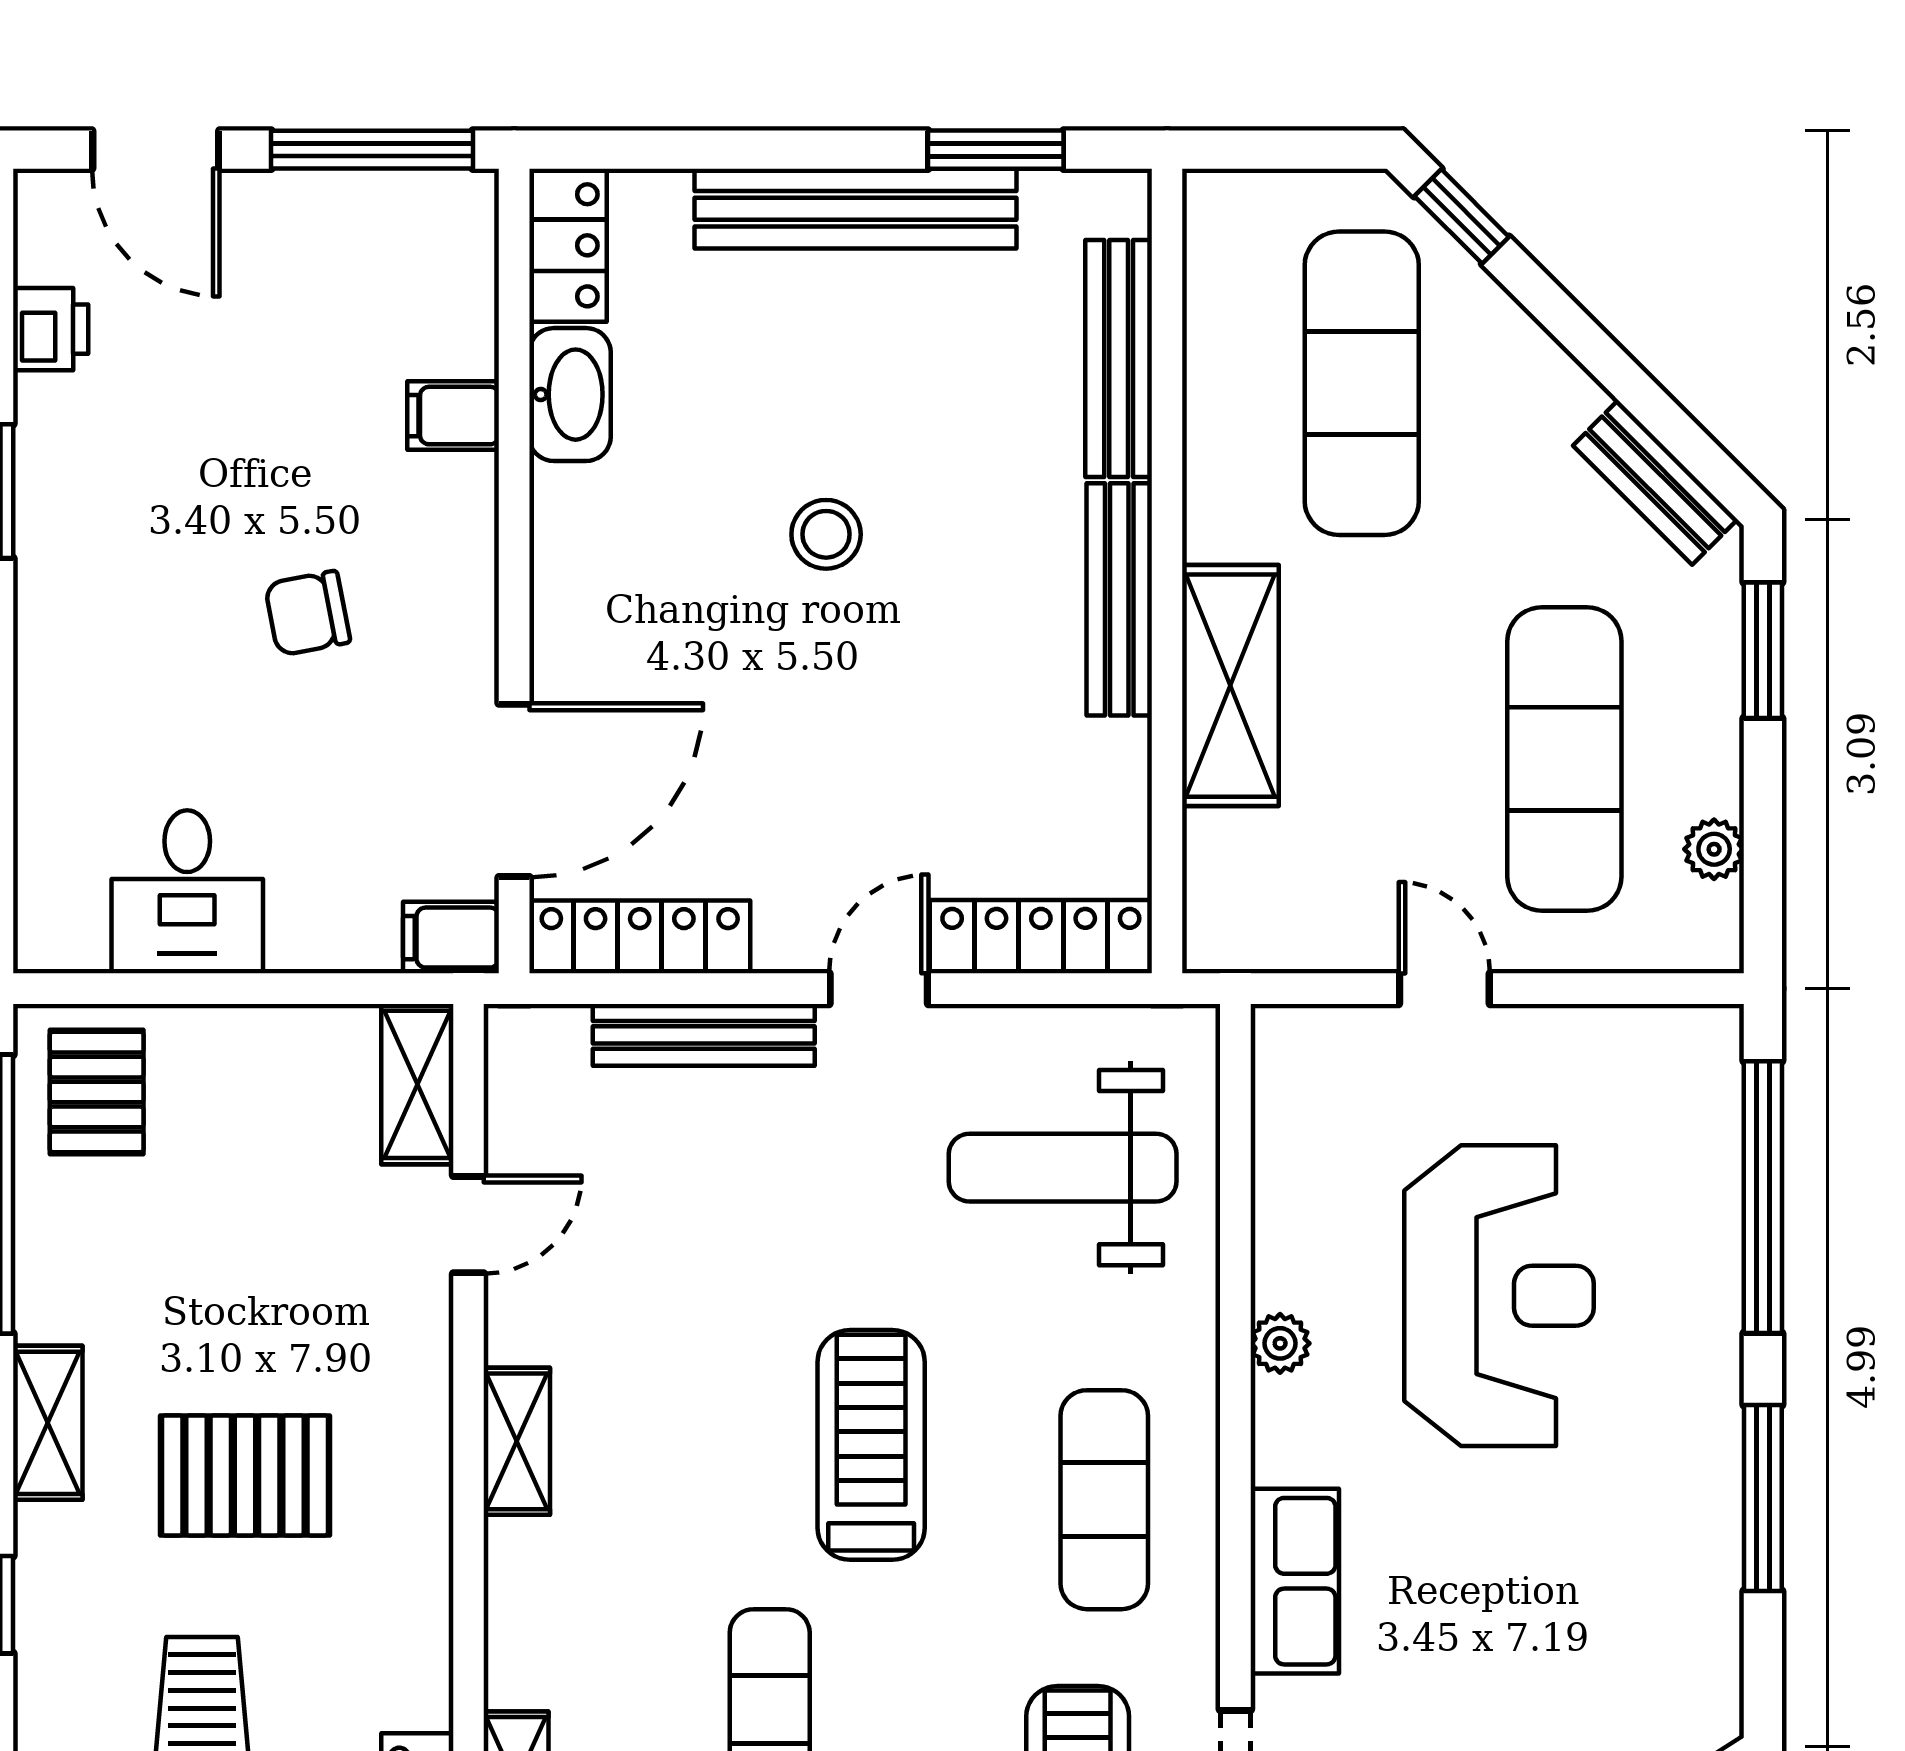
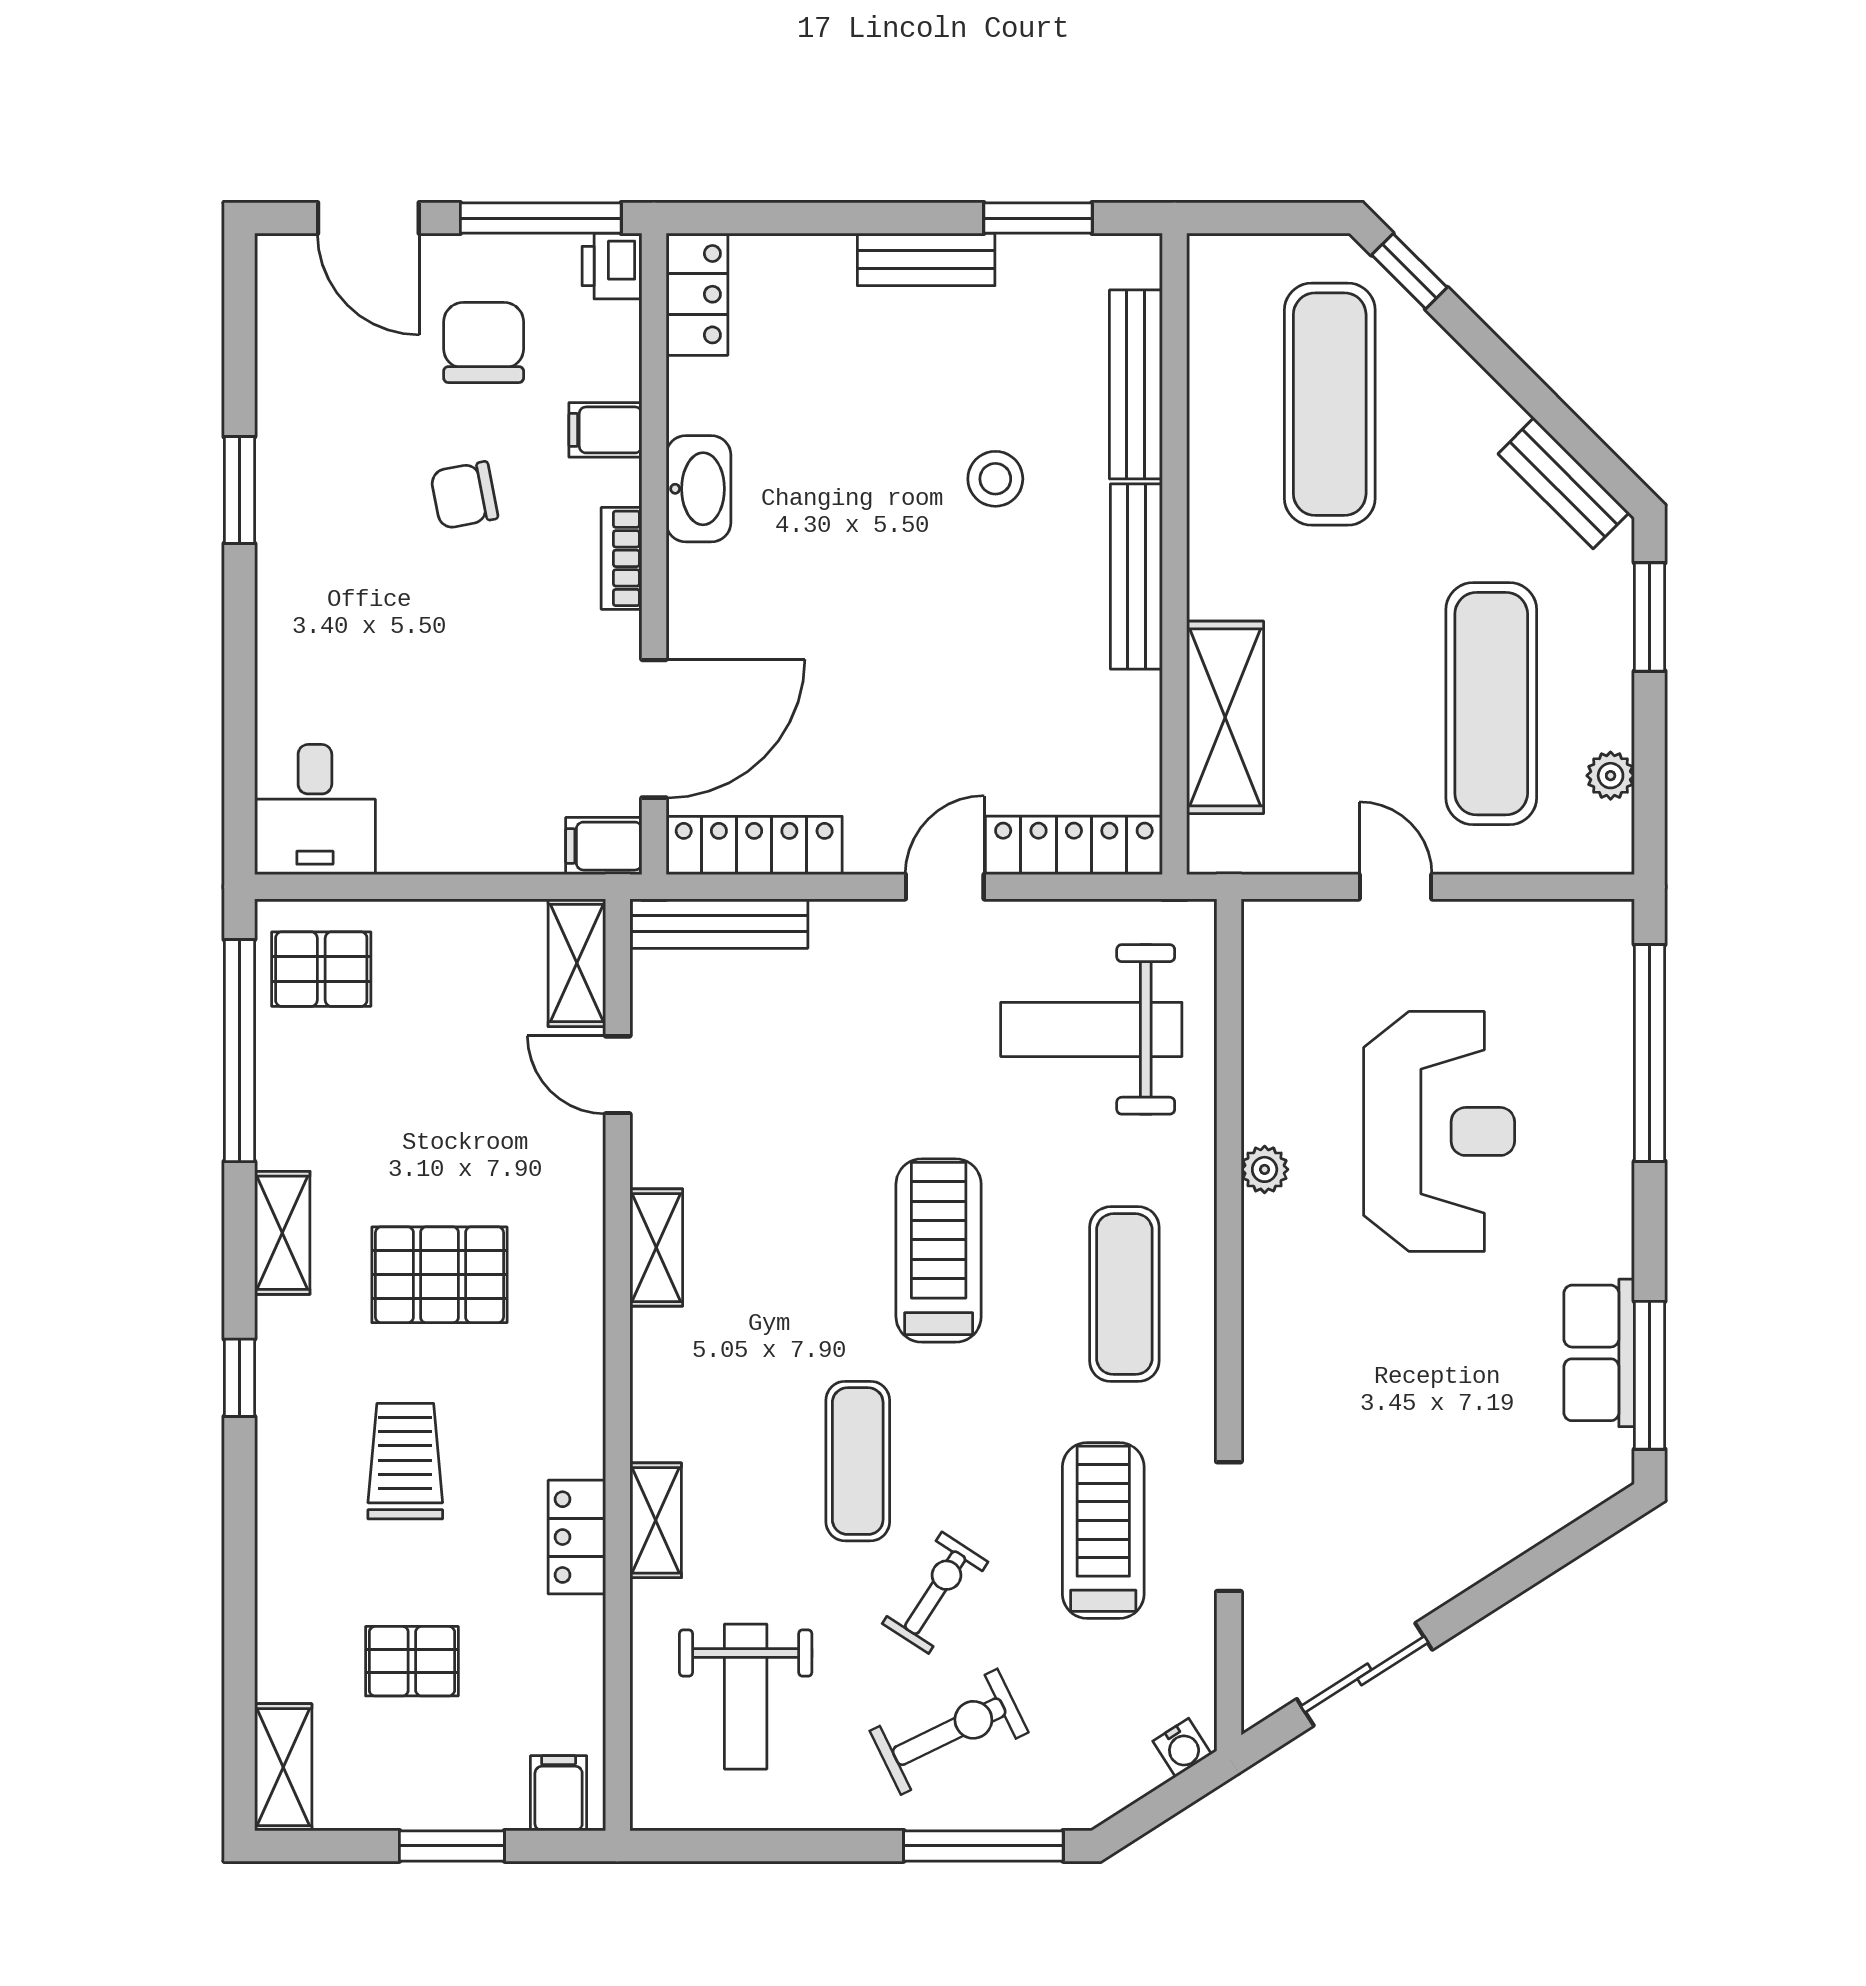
bench: (856, 209) -> (926, 259), width x0.54, depth x0.82
chair: (300, 306) -> (484, 343), added
printer: (51, 329) -> (612, 266), moved, turned 180
washbasin: (570, 395) -> (699, 489), moved
stool: (826, 534) -> (995, 479), moved
bookcase: (473, 577) -> (622, 558), added
chair: (308, 613) -> (464, 495), moved
shelving: (1230, 686) -> (1225, 717), moved
desk: (187, 892) -> (315, 810), moved
bench: (704, 1035) -> (719, 924), moved
pallet: (97, 1092) -> (321, 969), turned 90
door: (469, 1225) -> (618, 1075), swing flipped
window: (1763, 1498) -> (1650, 1375), moved
row of seats: (1295, 1581) -> (1599, 1353), moved, turned 180

